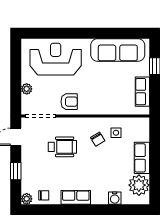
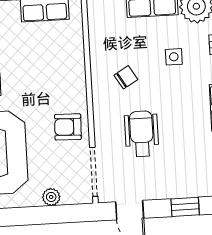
armchair: (69, 102) -> (68, 127), turned -88
side table: (116, 133) -> (174, 57), moved

